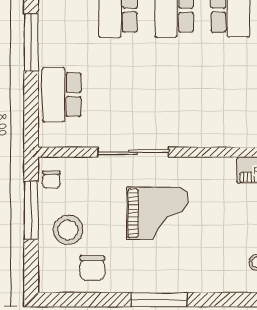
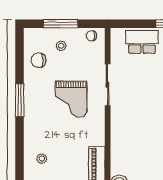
window: (31, 210) -> (61, 24), moved
stool: (68, 230) -> (61, 46), width x0.53, depth x0.53

